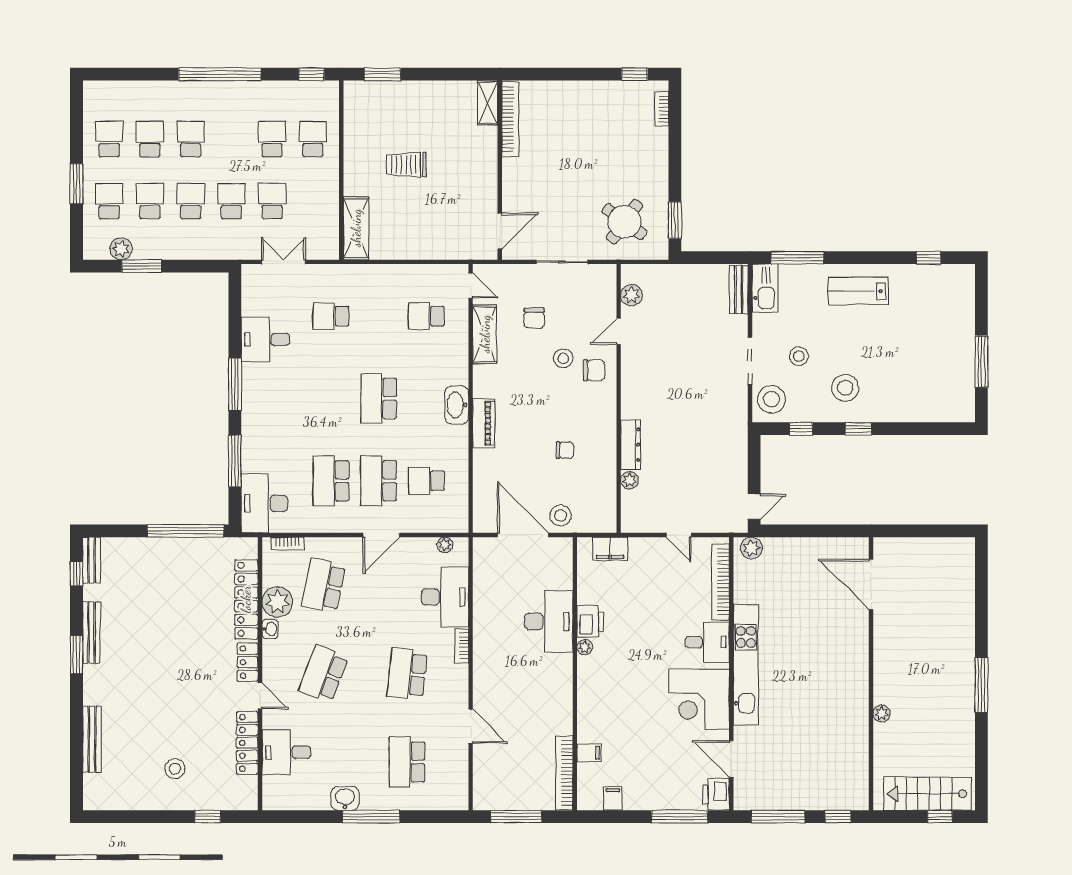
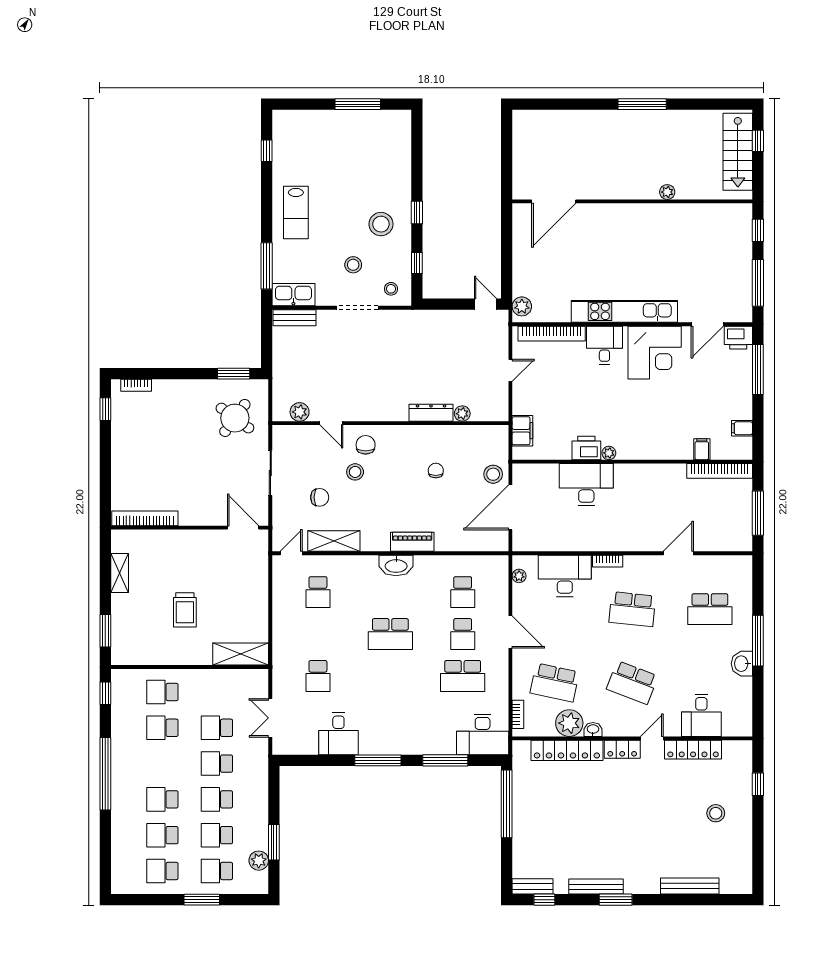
shelving: (488, 103) -> (120, 573), moved, turned 90
stool: (771, 399) -> (391, 289), width x0.53, depth x0.53
school desk: (379, 481) -> (463, 634), width x0.54

